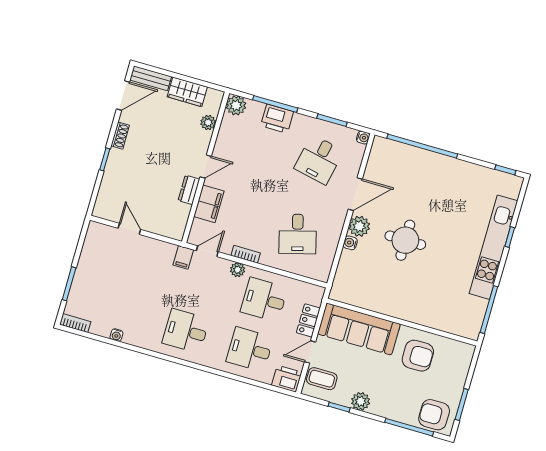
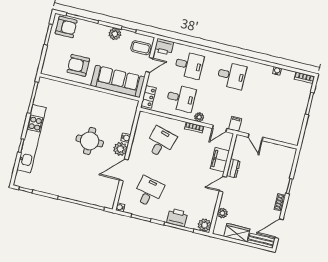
door: (129, 229) -> (255, 137), moved
desk: (298, 234) -> (161, 142), turned 30
locker: (308, 320) -> (149, 97), moved

